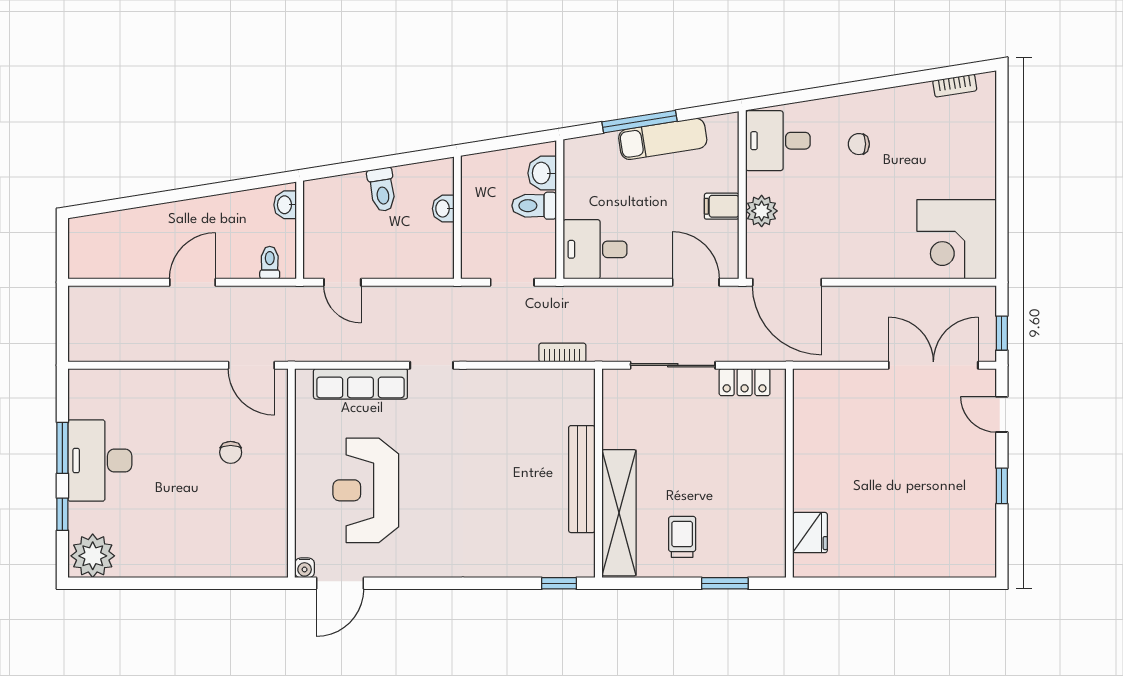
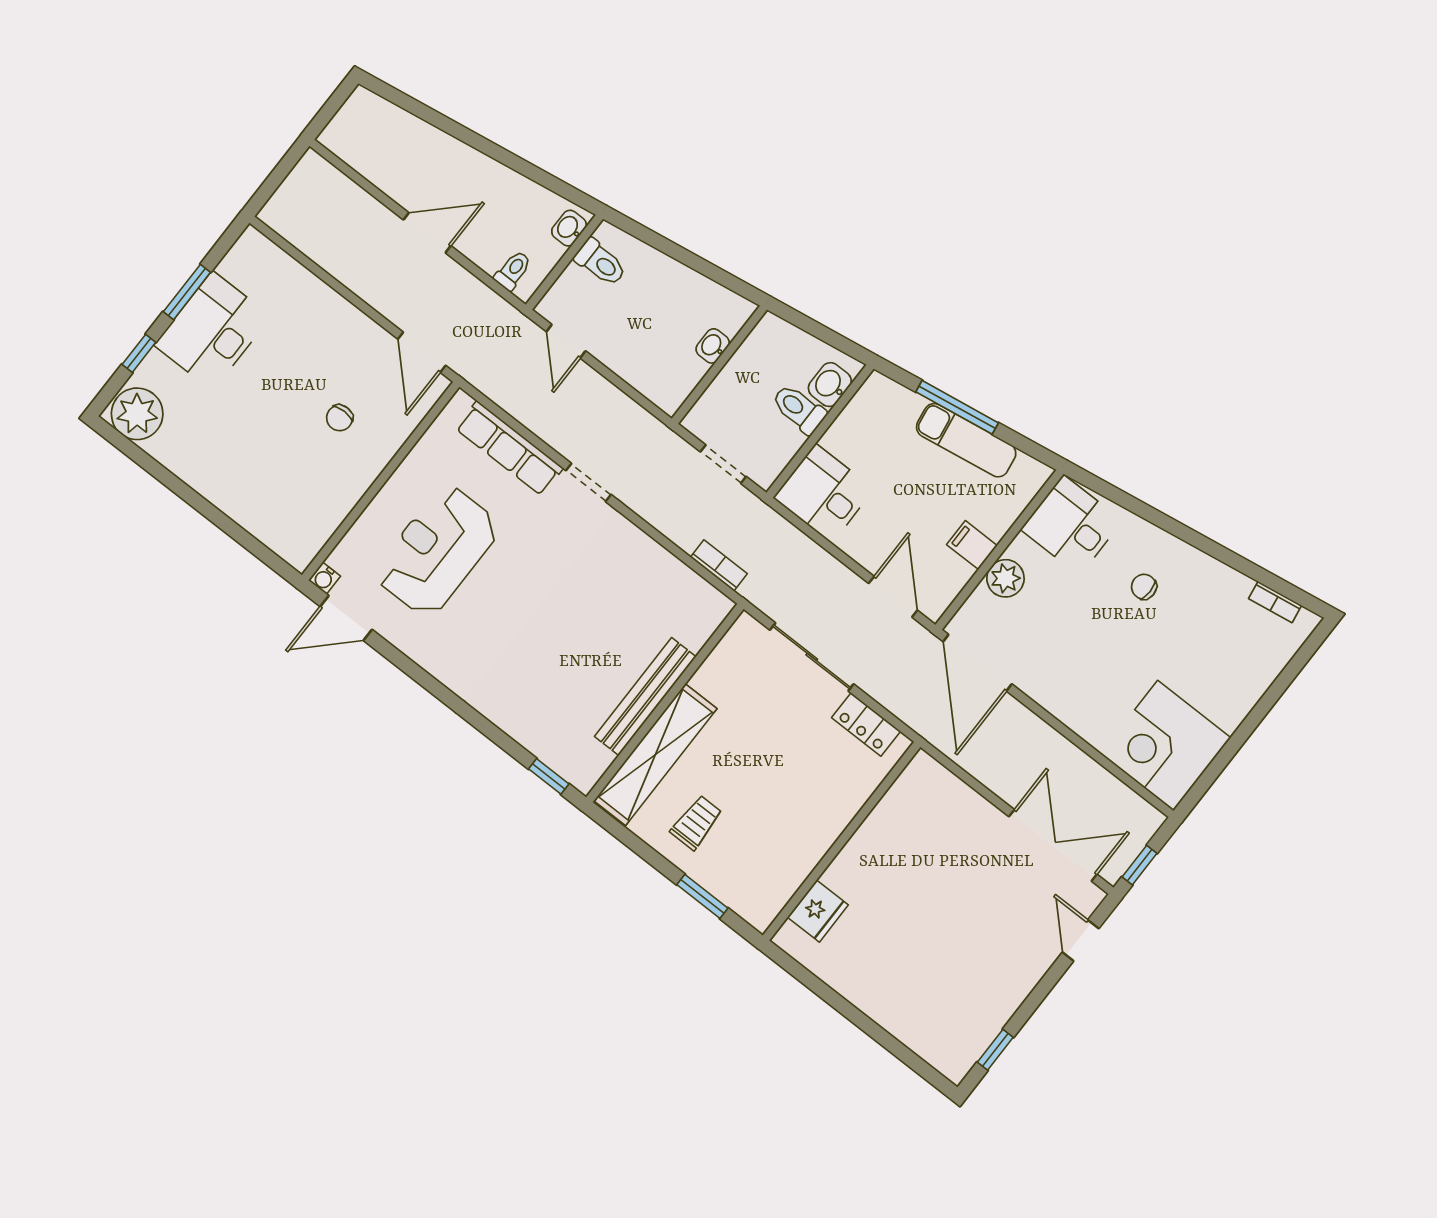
toilet: (382, 190) -> (600, 262), moved, turned -81
window: (1002, 486) -> (995, 1050), moved

